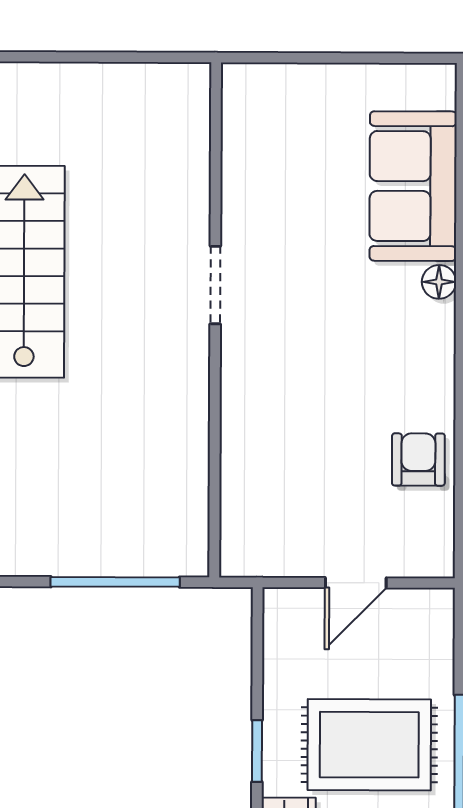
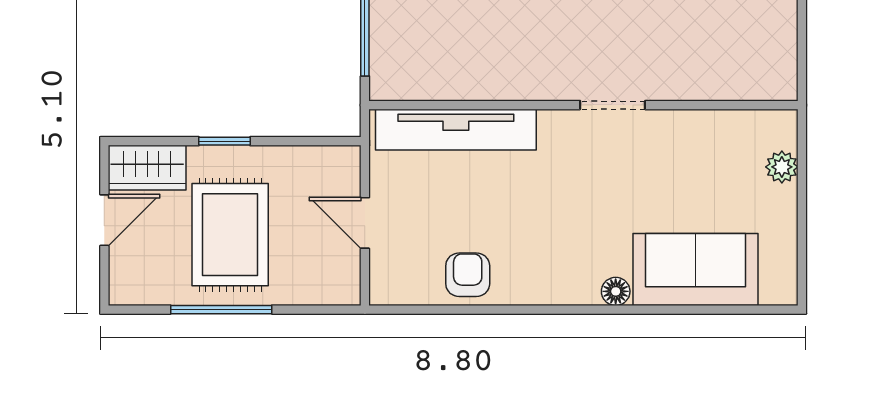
plant: (290, 82) -> (782, 167), added
armchair: (418, 460) -> (468, 275), turned -90
tv unit: (244, 473) -> (456, 130), added

